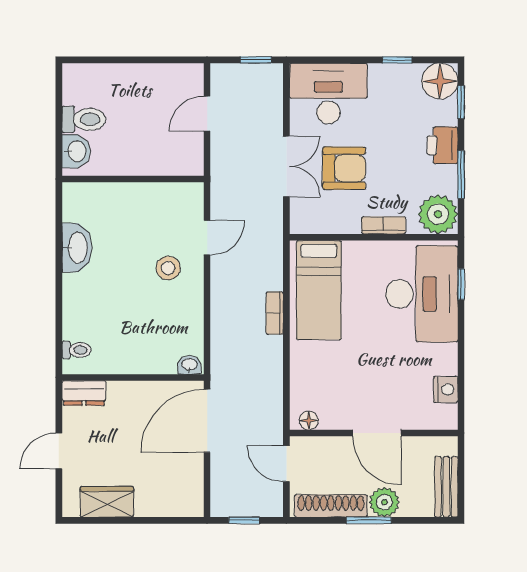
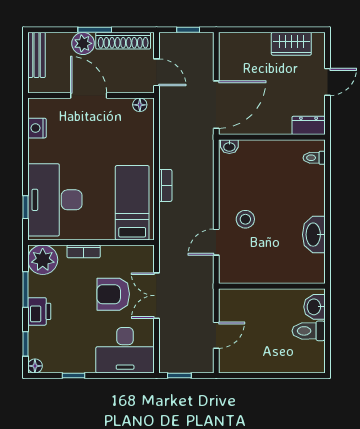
floor lamp: (440, 81) -> (35, 366), width x0.53, depth x0.53

